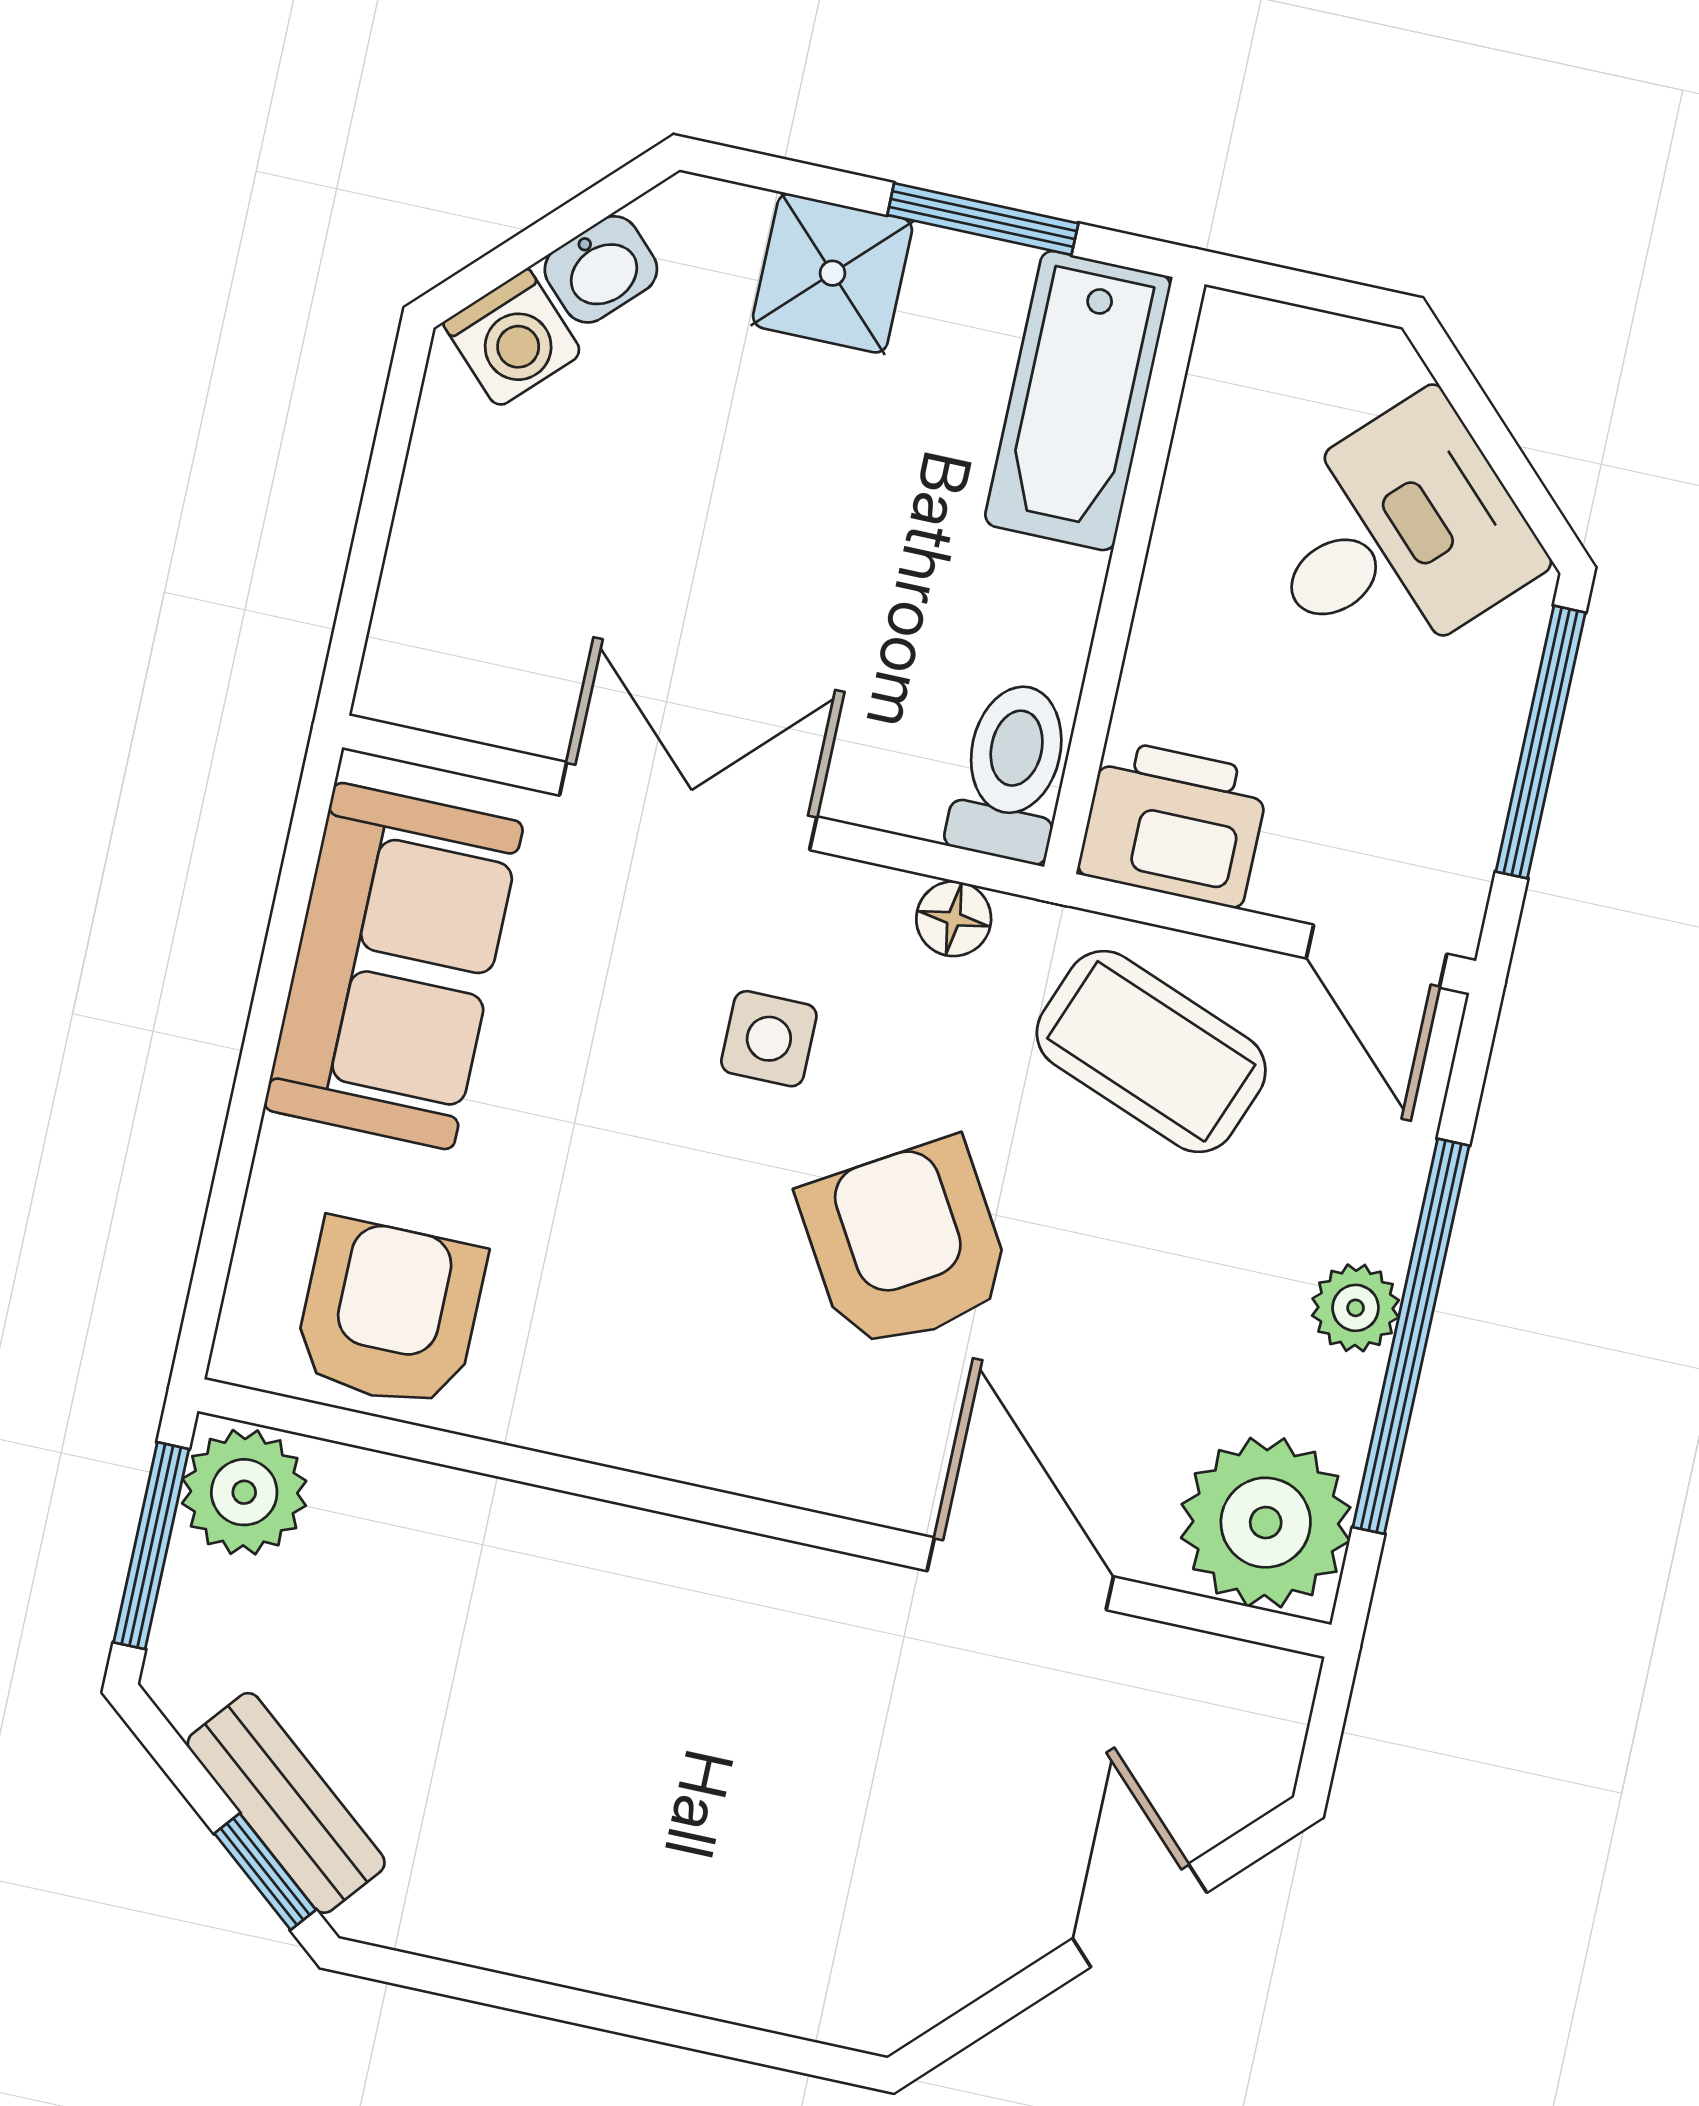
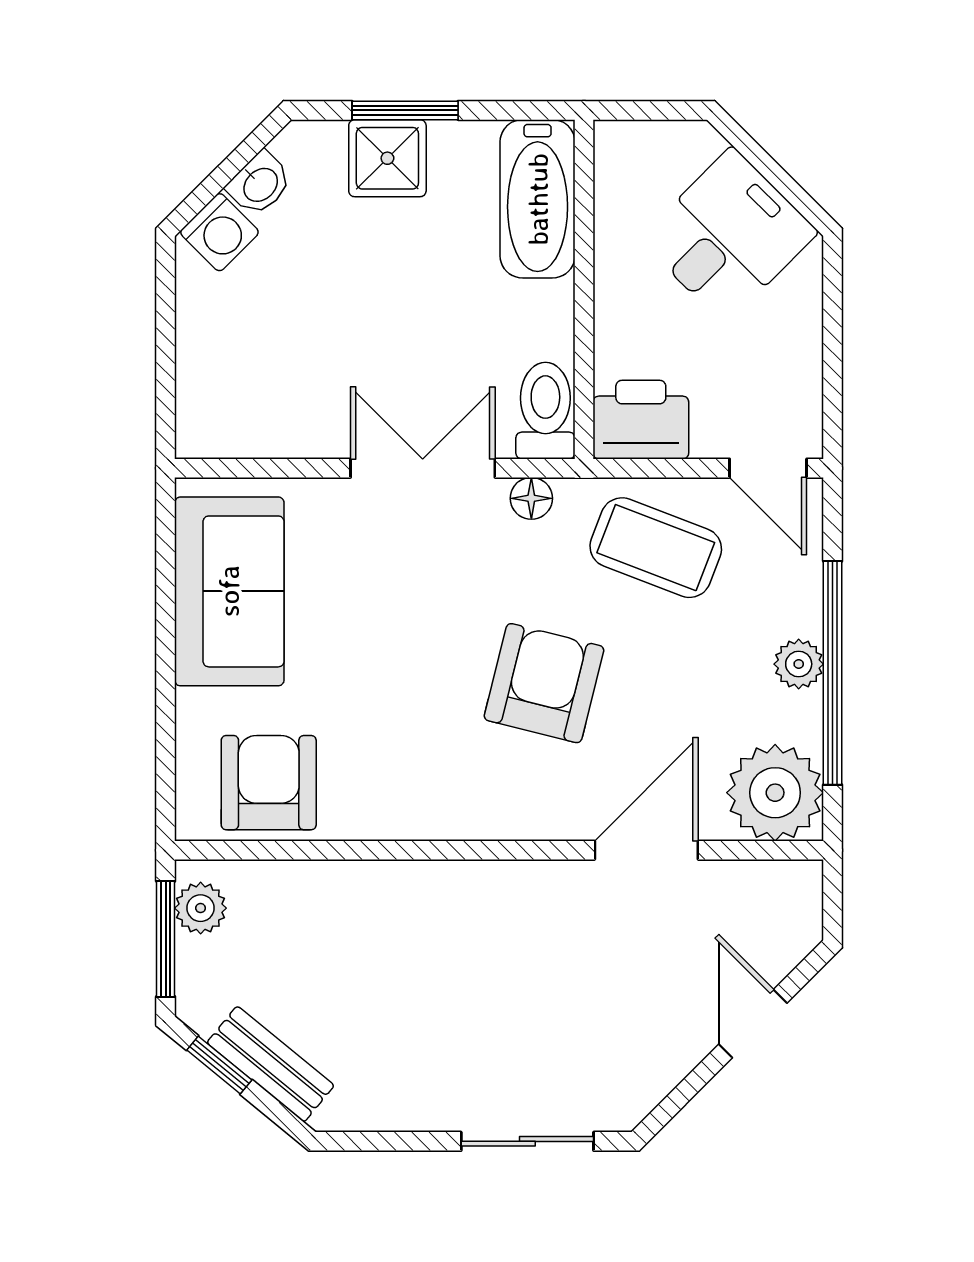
window: (983, 219) -> (405, 110), moved
window: (1541, 742) -> (833, 331), removed
double door: (688, 806) -> (423, 468), moved
side table: (769, 1039) -> (444, 586), removed
armchair: (906, 1245) -> (544, 683), turned 45
plant: (244, 1492) -> (201, 908), width x0.73, depth x0.73
door: (1020, 1574) -> (646, 850), hinge flipped
window: (265, 1872) -> (219, 1065), moved
sliding door: (703, 2034) -> (527, 1141), added

